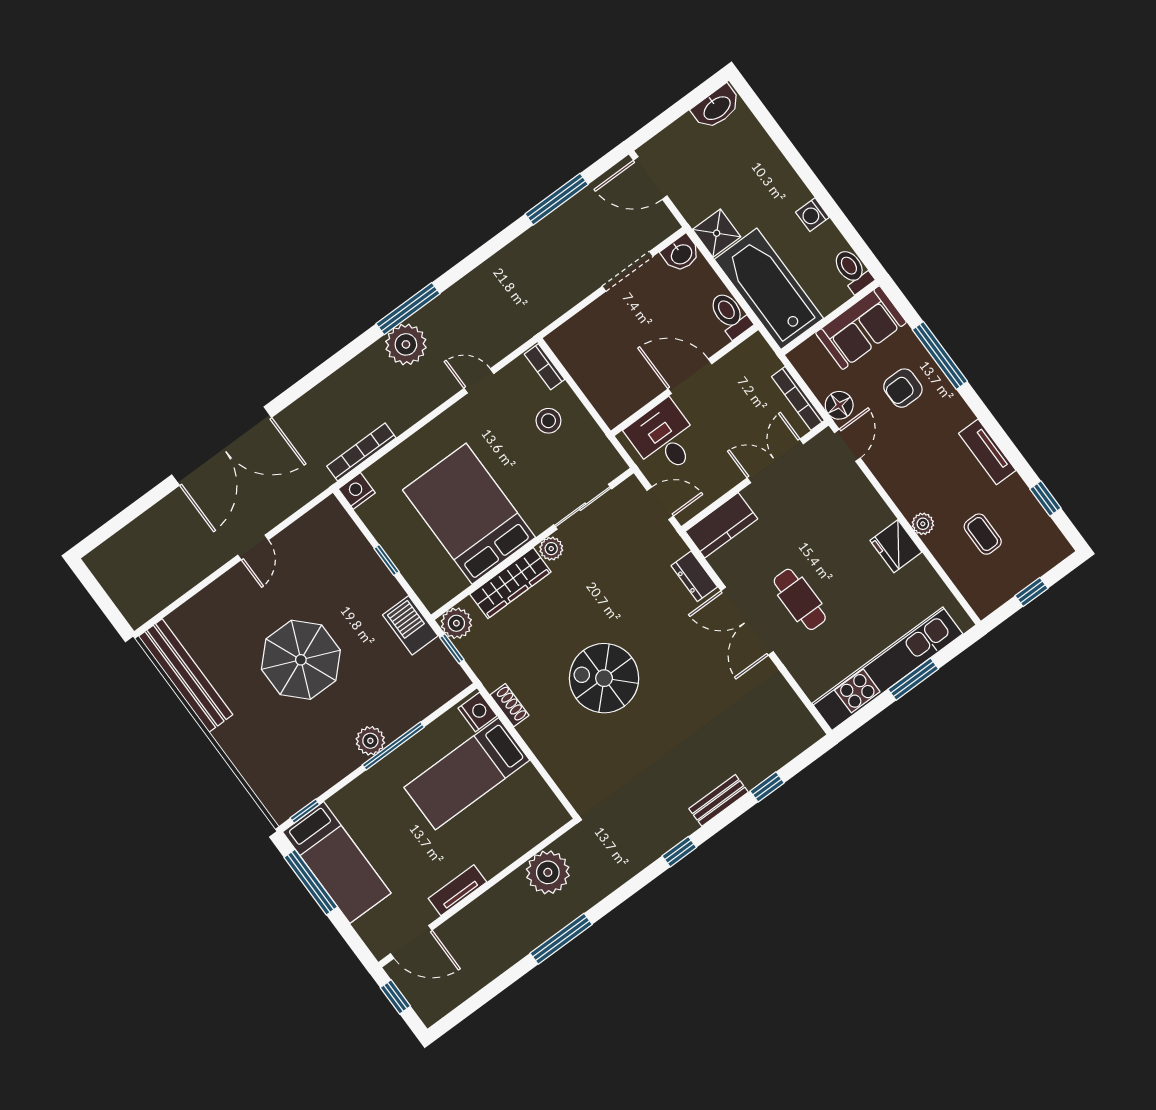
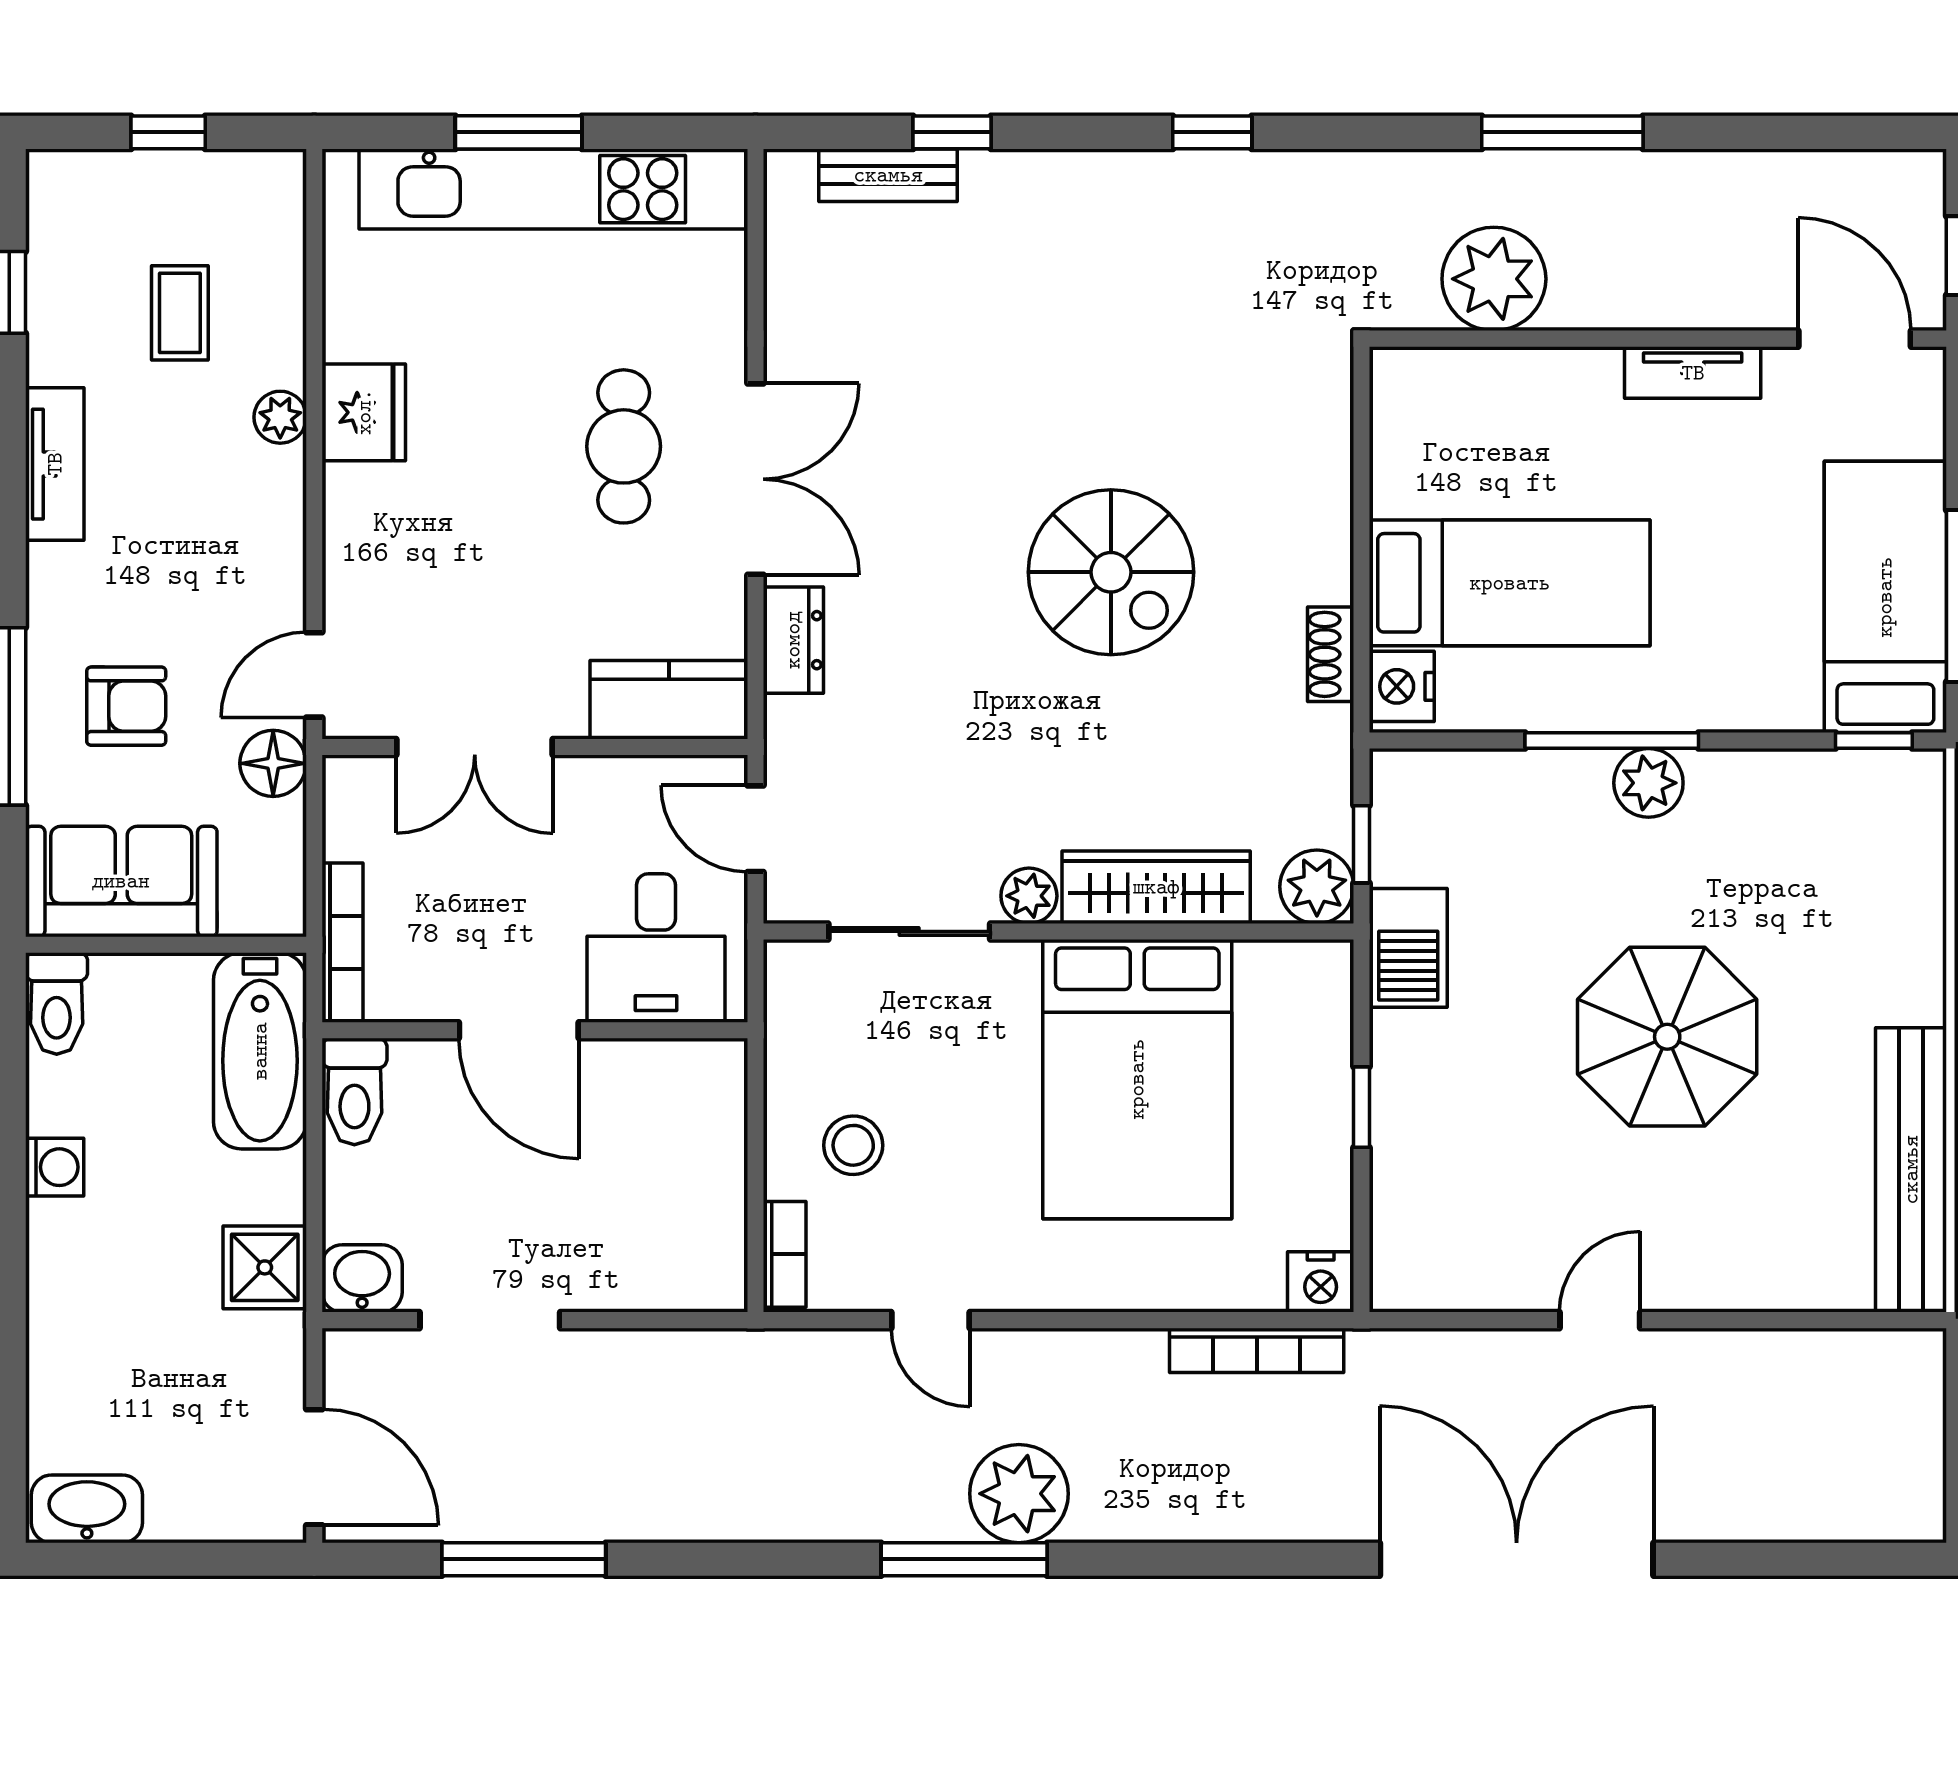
bathtub: (769, 289) -> (260, 1051), width x0.73, depth x0.73
bookcase: (798, 398) -> (342, 943), moved
bench: (719, 800) -> (888, 175), moved

